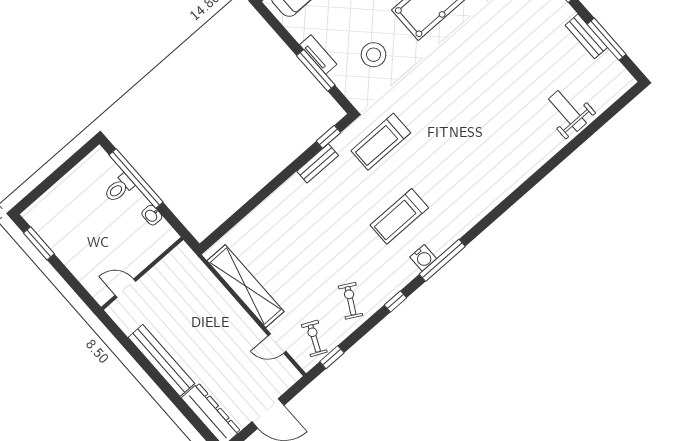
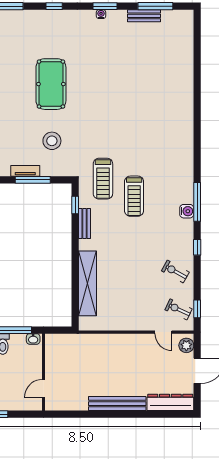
weight bench: (568, 111) -> (176, 62), removed
treadmill: (399, 216) -> (134, 196), moved
wall: (142, 273) -> (44, 372), moved
shelving: (245, 286) -> (88, 283), moved, turned 90
door: (125, 288) -> (44, 388), moved
door: (277, 344) -> (163, 332), hinge flipped
plant: (284, 379) -> (186, 345), added

